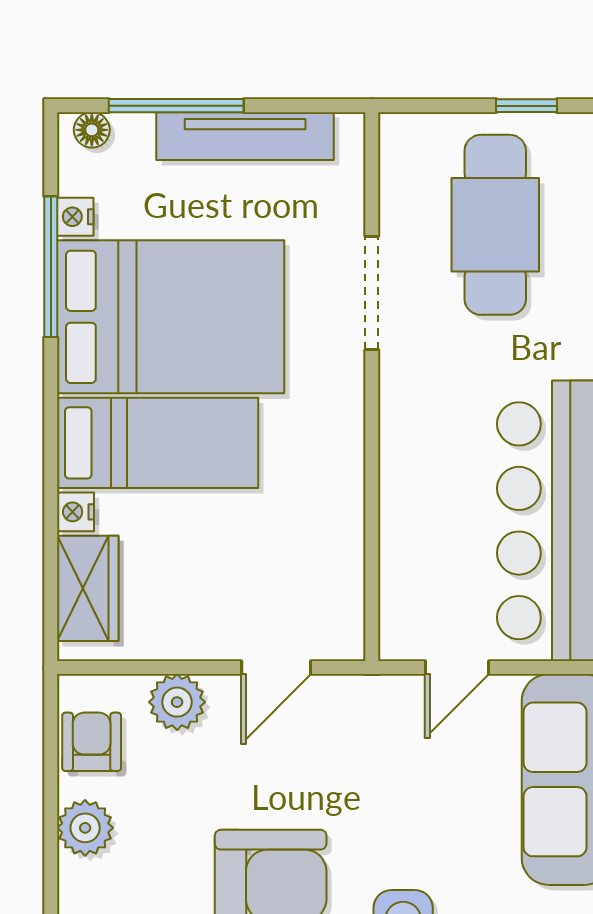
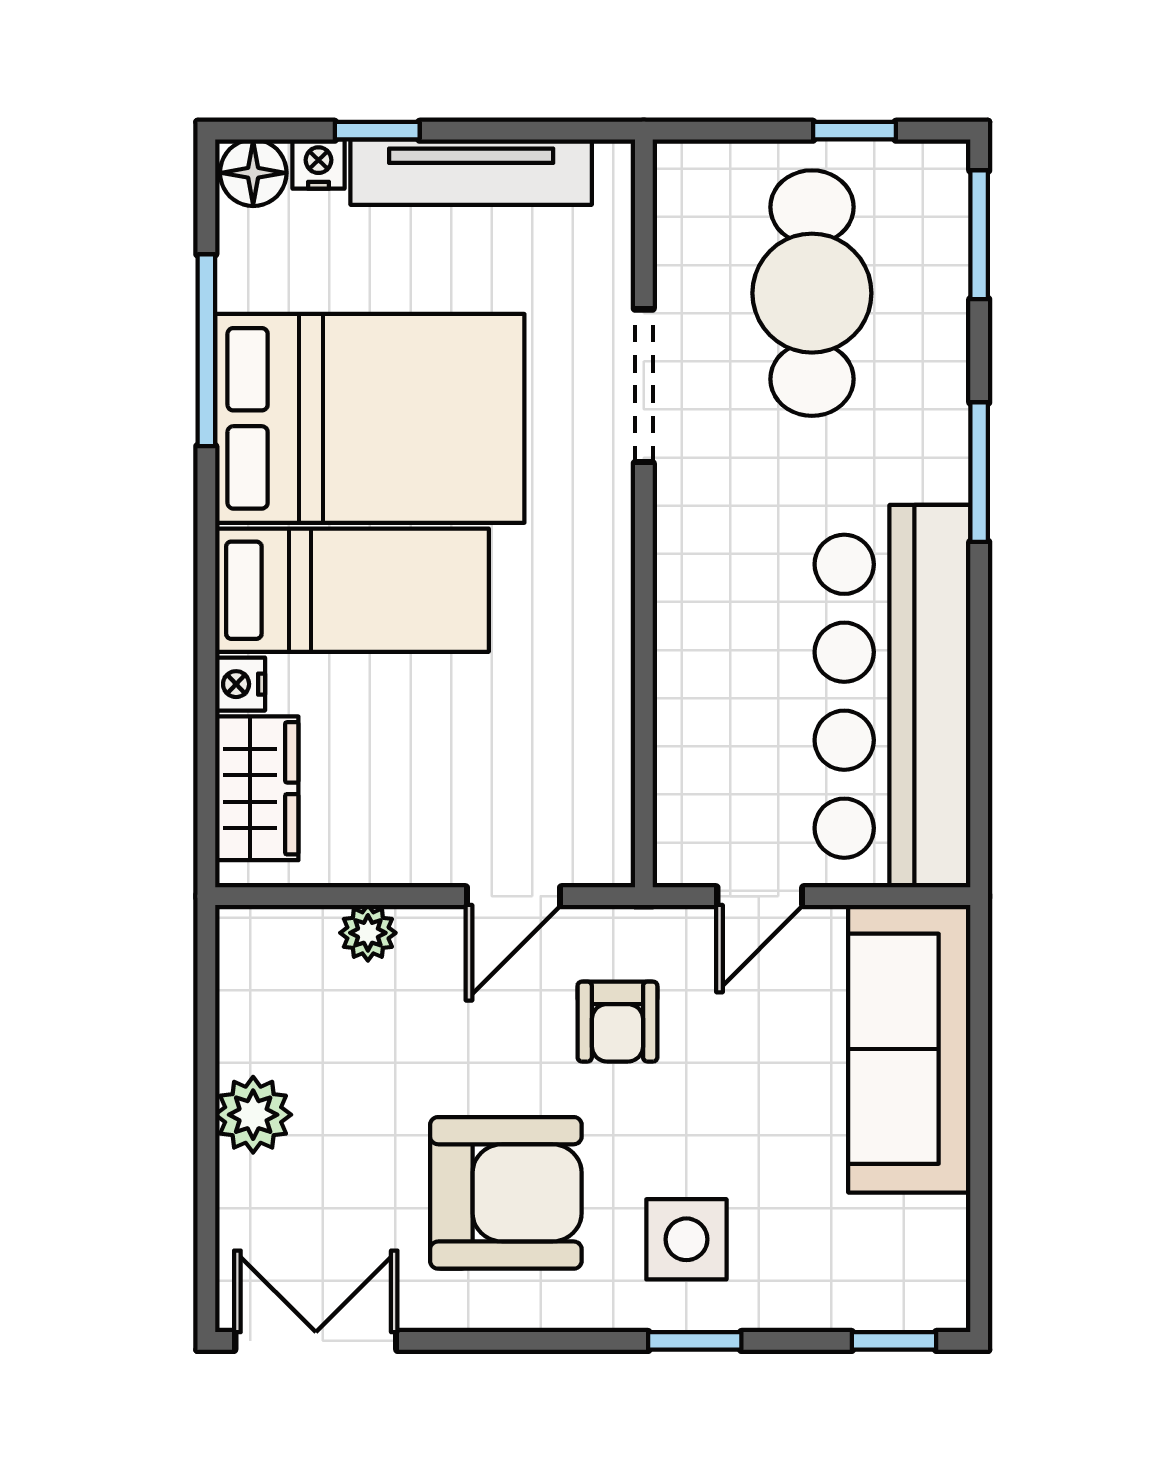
window: (176, 106) -> (377, 131), width x0.46
floor lamp: (92, 130) -> (253, 173), width x1.37, depth x1.37
nightstand: (75, 217) -> (318, 164), moved, turned 90
plant: (177, 702) -> (368, 933), width x0.73, depth x0.73
armchair: (92, 742) -> (617, 1022), moved, turned 180

